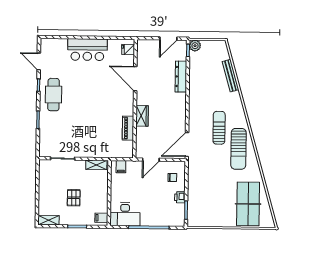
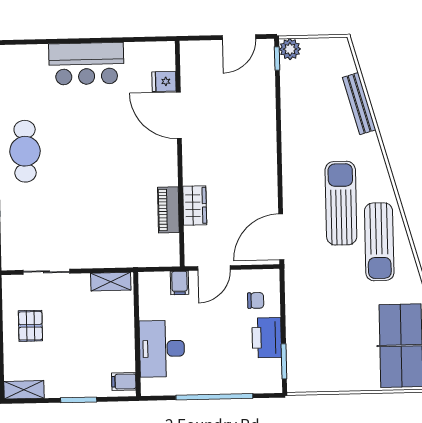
fridge: (128, 50) -> (164, 81), moved
dresser: (181, 77) -> (265, 109), removed
wardrobe: (142, 116) -> (195, 206), moved
sun lounger: (219, 128) -> (341, 203), width x1.36, depth x1.34
filing cabinet: (121, 167) -> (180, 283), moved
printer: (180, 197) -> (267, 338), width x1.87, depth x1.48
pallet: (74, 198) -> (30, 326), moved
desk: (125, 214) -> (162, 349), moved, turned 90

